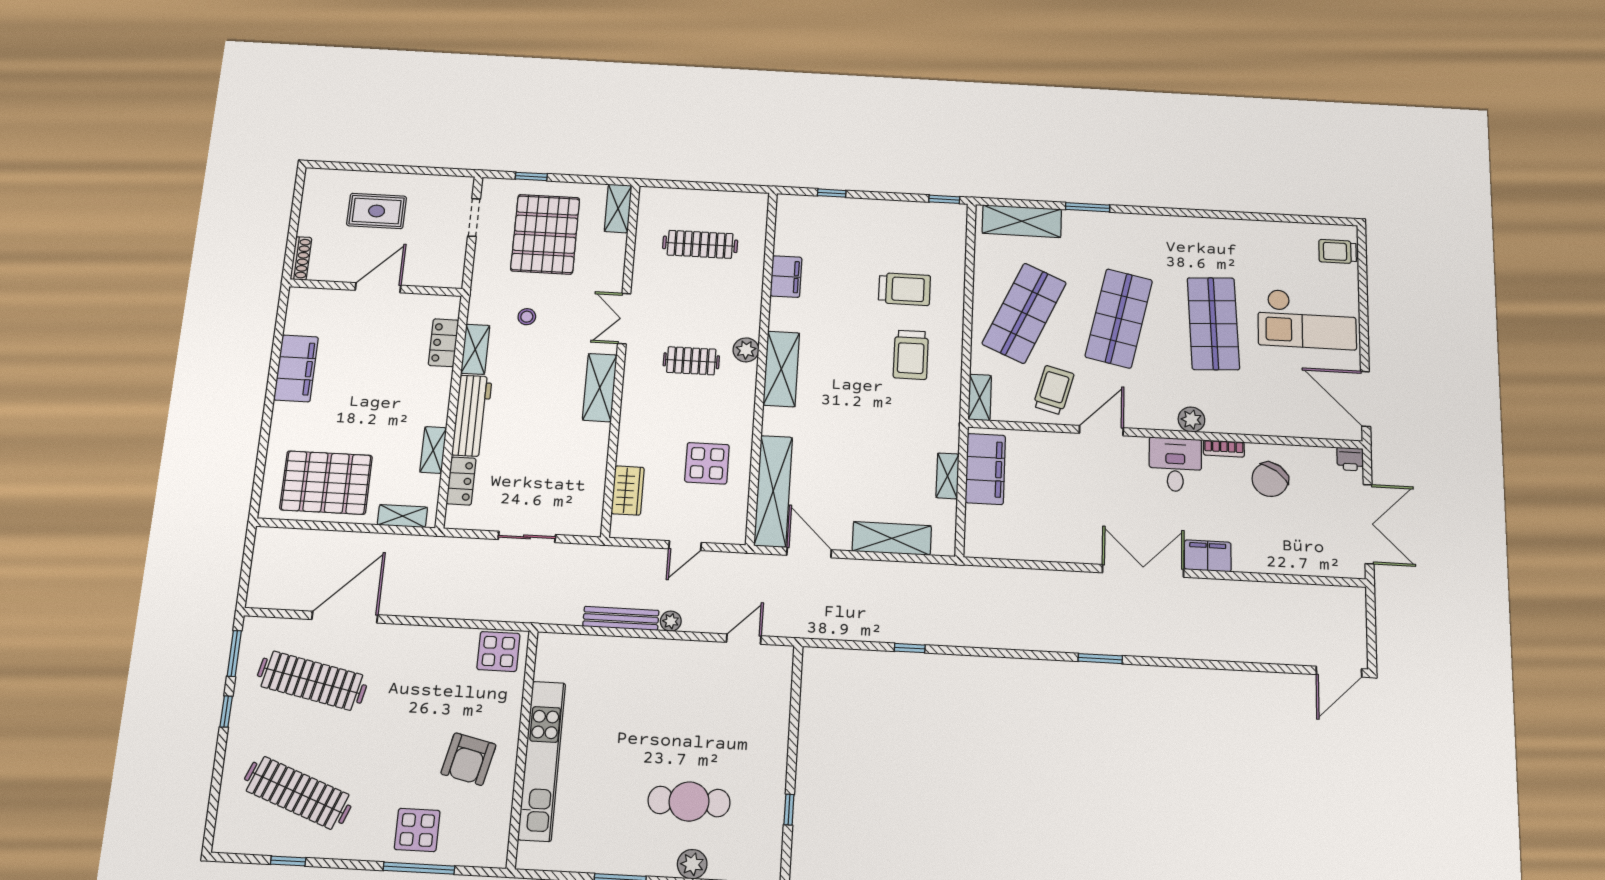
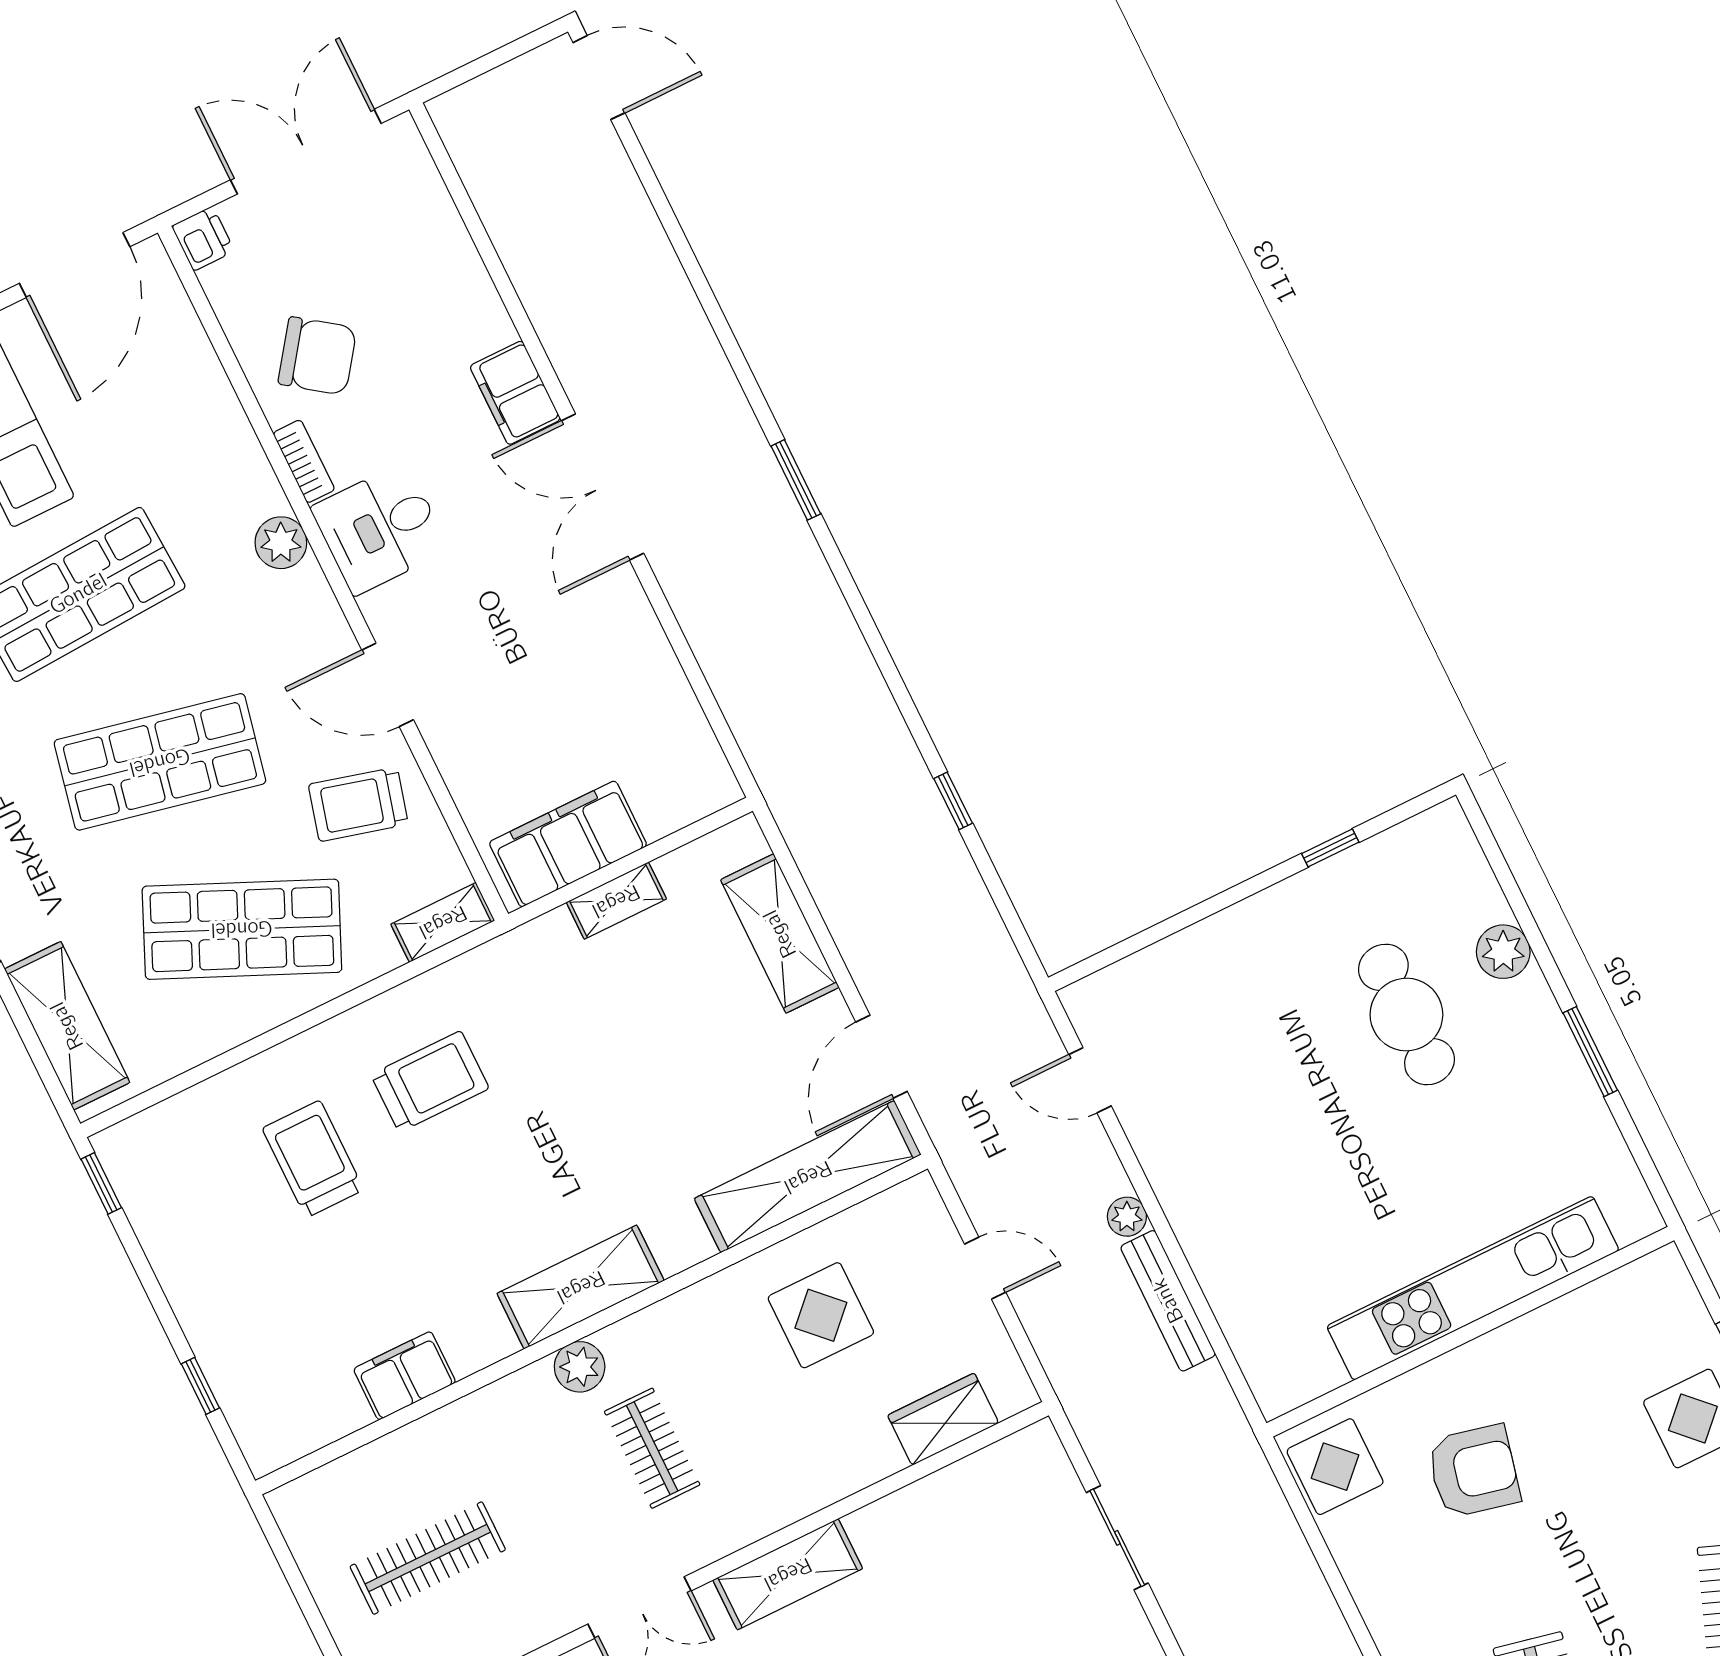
clothes rail: (700, 244) -> (428, 1558), turned 90
armchair: (468, 759) -> (1474, 1471), moved

